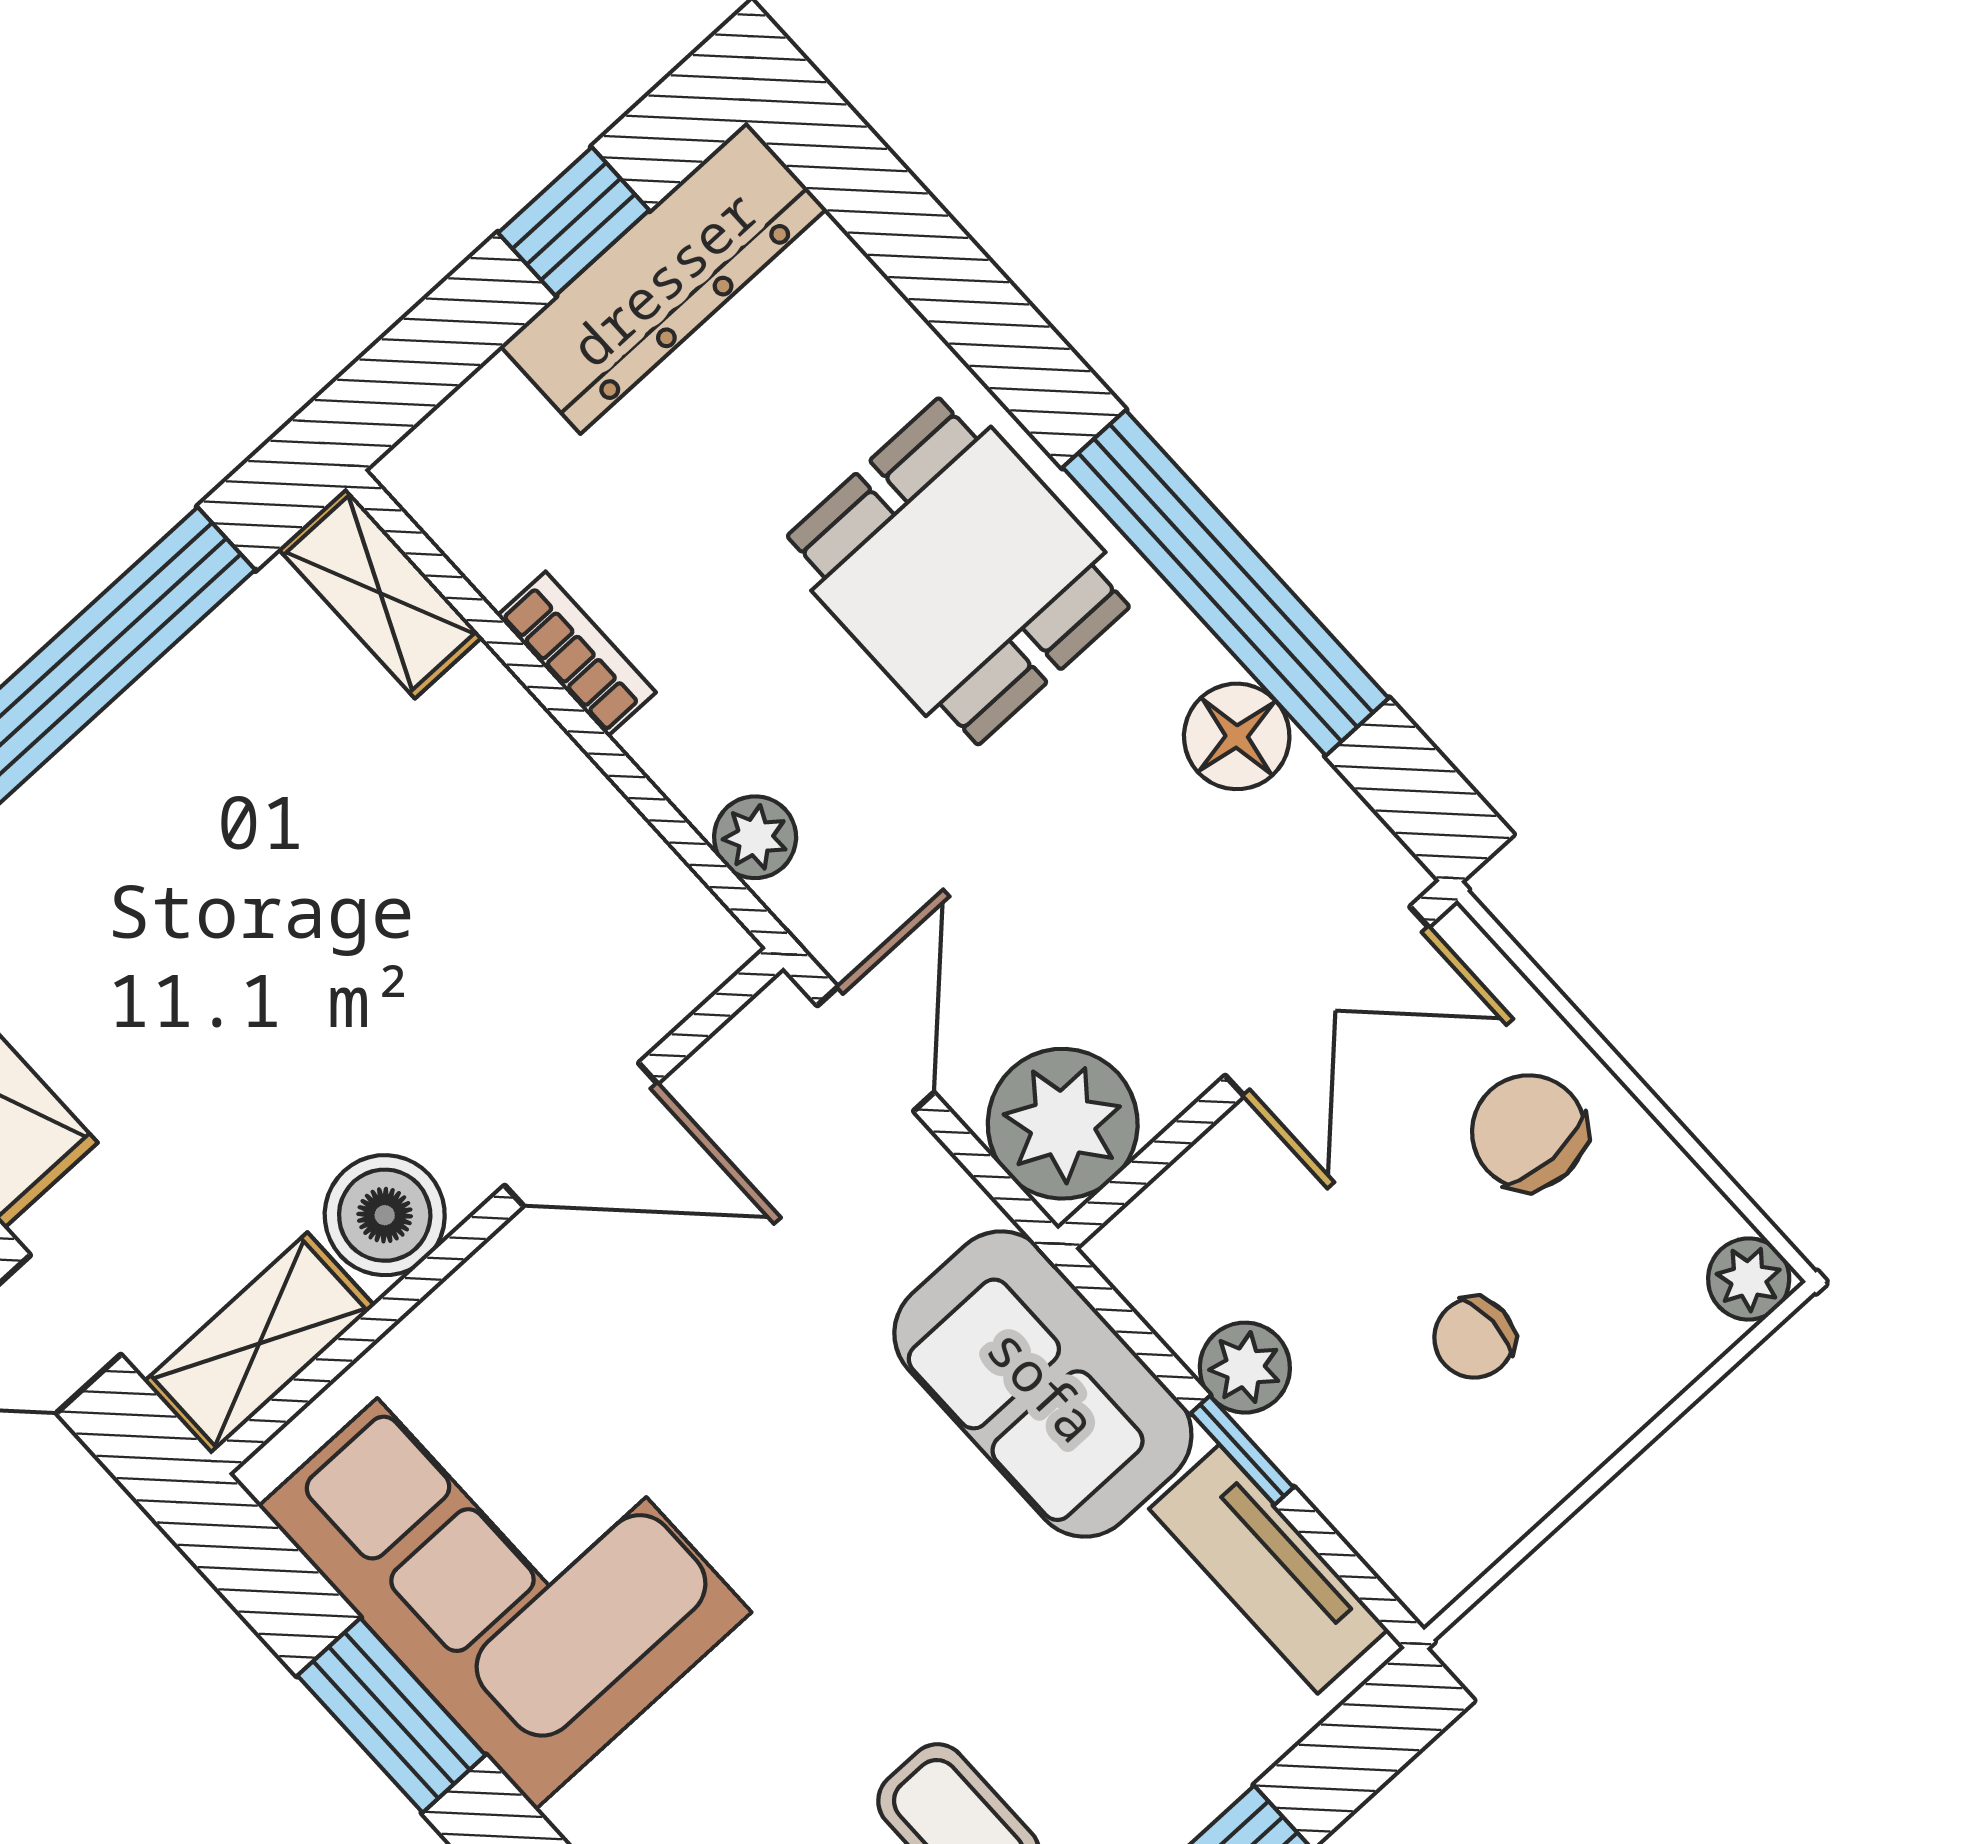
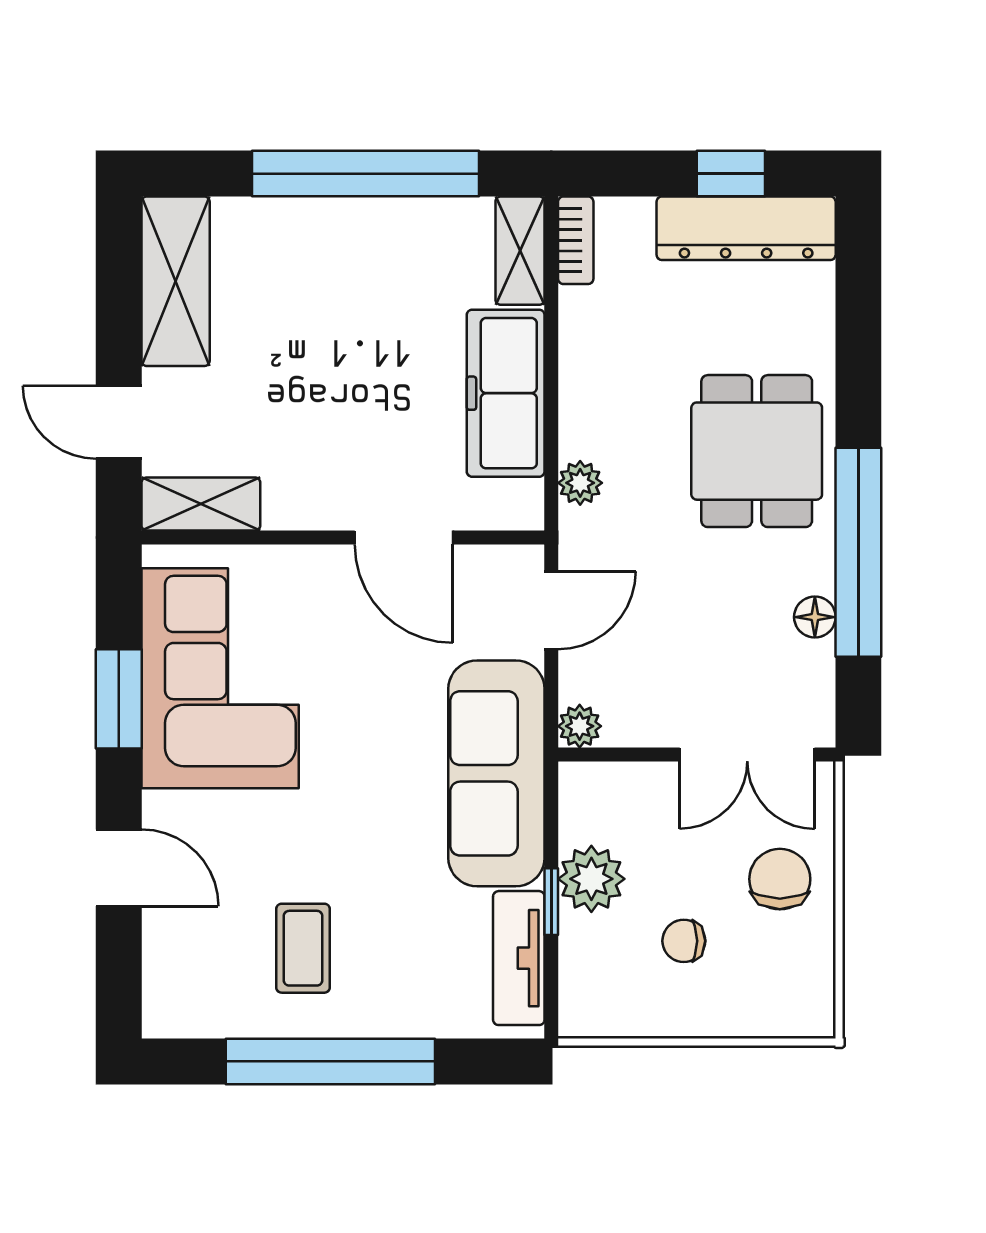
bookcase: (577, 654) -> (576, 240), moved
floor lamp: (1237, 736) -> (815, 617), width x0.73, depth x0.73
freezer: (540, 807) -> (506, 393), added
plant: (1063, 1124) -> (580, 726), width x0.53, depth x0.53
boiler: (385, 1215) -> (297, 499), removed
plant: (1749, 1279) -> (814, 1017), removed
plant: (1245, 1368) -> (591, 879), width x1.38, depth x1.38
sofa: (1043, 1384) -> (496, 773), width x1.36

